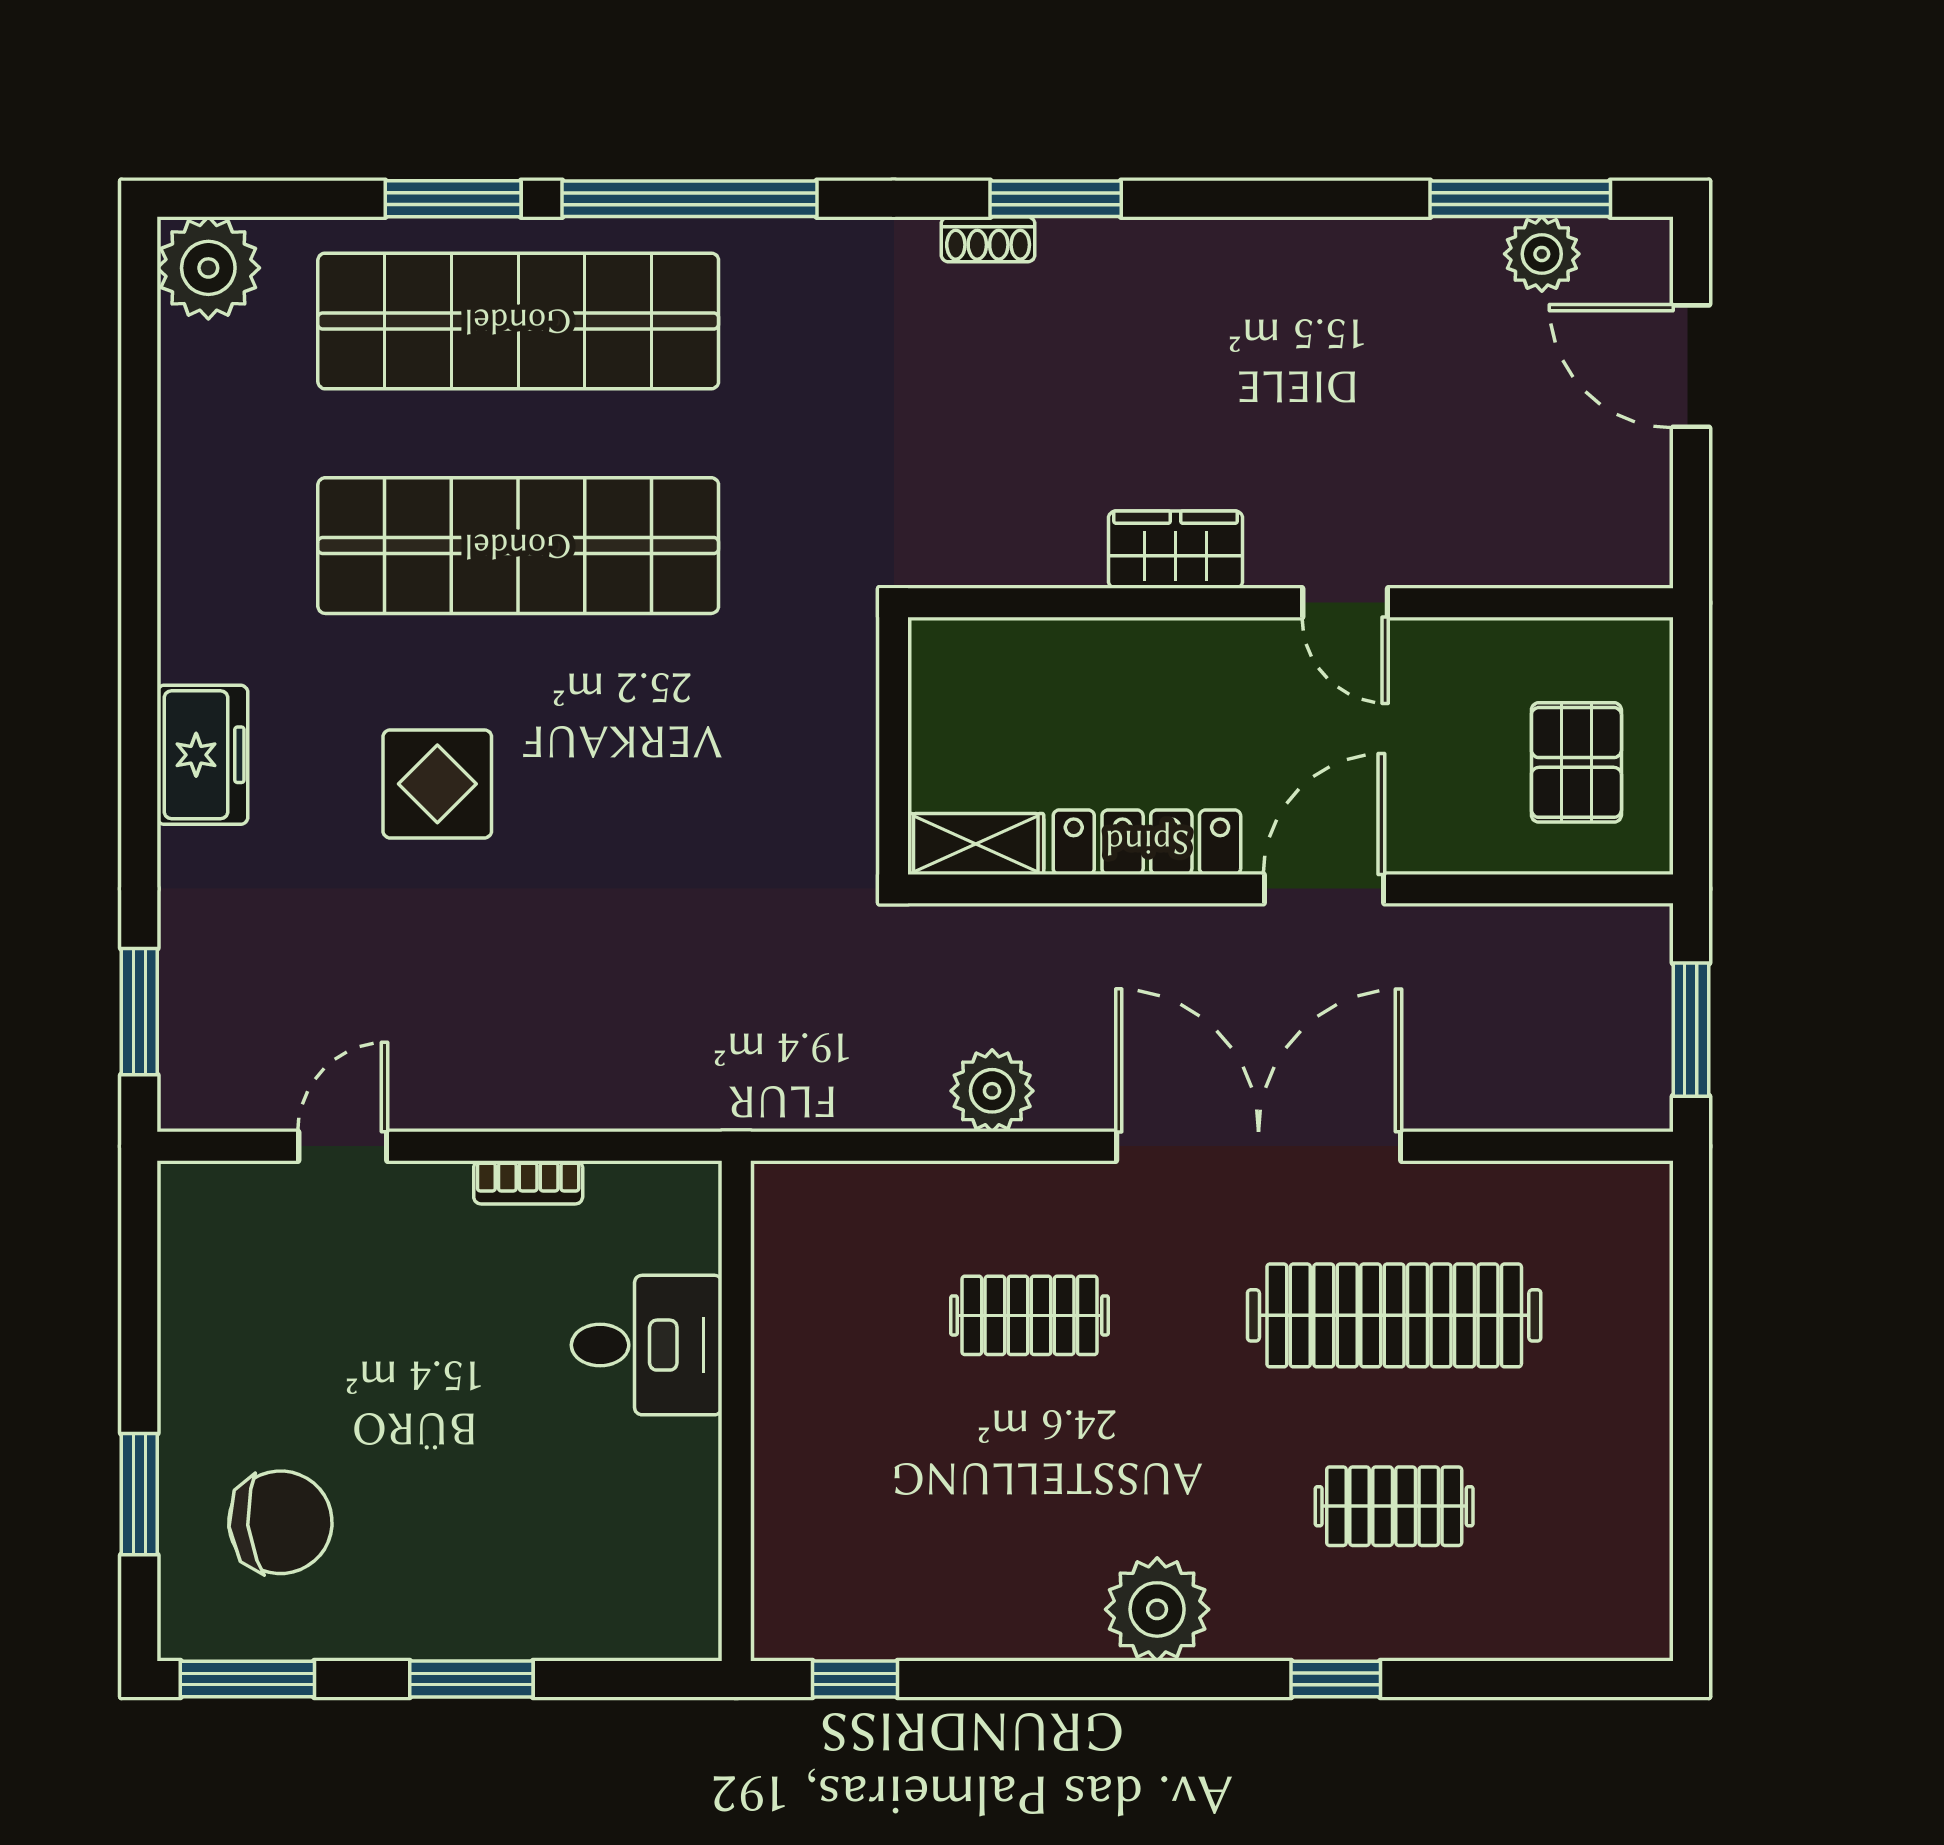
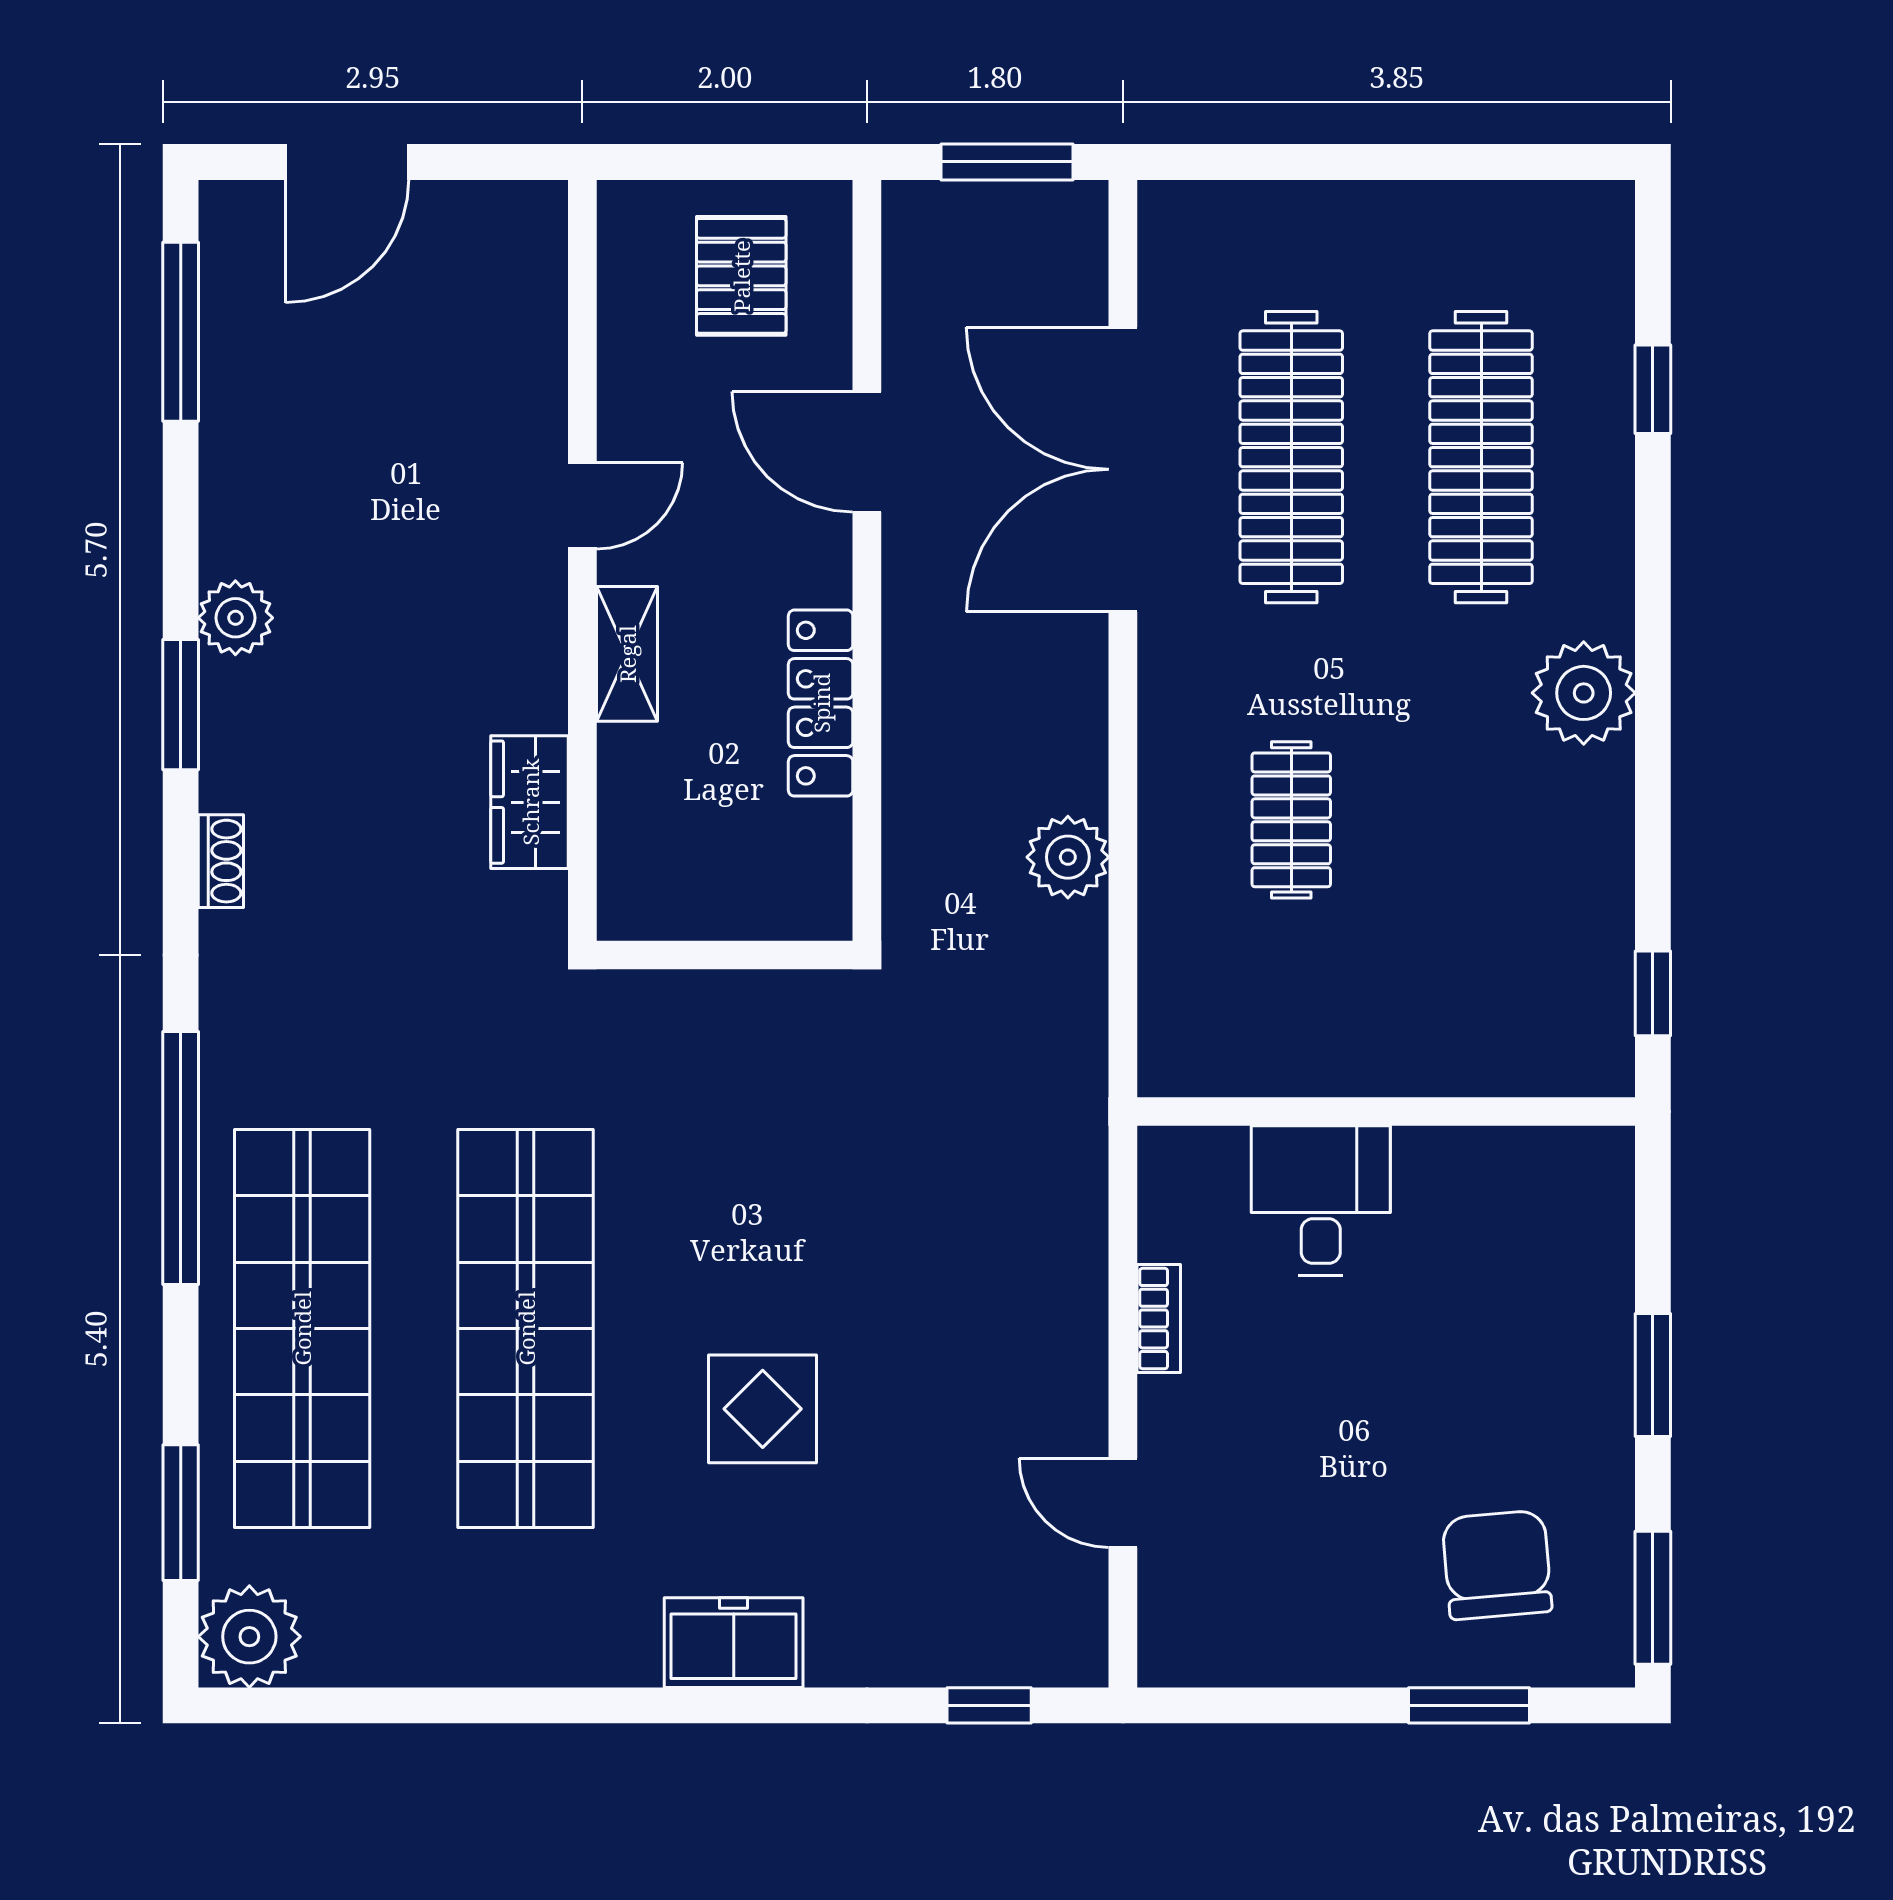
window: (453, 199) -> (181, 1513), moved
window: (1056, 199) -> (181, 705), moved
plant: (1542, 254) -> (235, 618), moved
wardrobe: (1176, 550) -> (530, 802), moved
pallet: (1576, 762) -> (741, 276), turned 90
shelving: (976, 844) -> (627, 654), moved
door: (1324, 889) -> (867, 452), moved
window: (139, 1012) -> (989, 1705), width x0.67
double door: (1259, 1146) -> (1123, 469), moved
clothes rail: (1394, 1506) -> (1481, 457), width x1.86, depth x1.31
window: (1336, 1679) -> (1653, 389), moved

